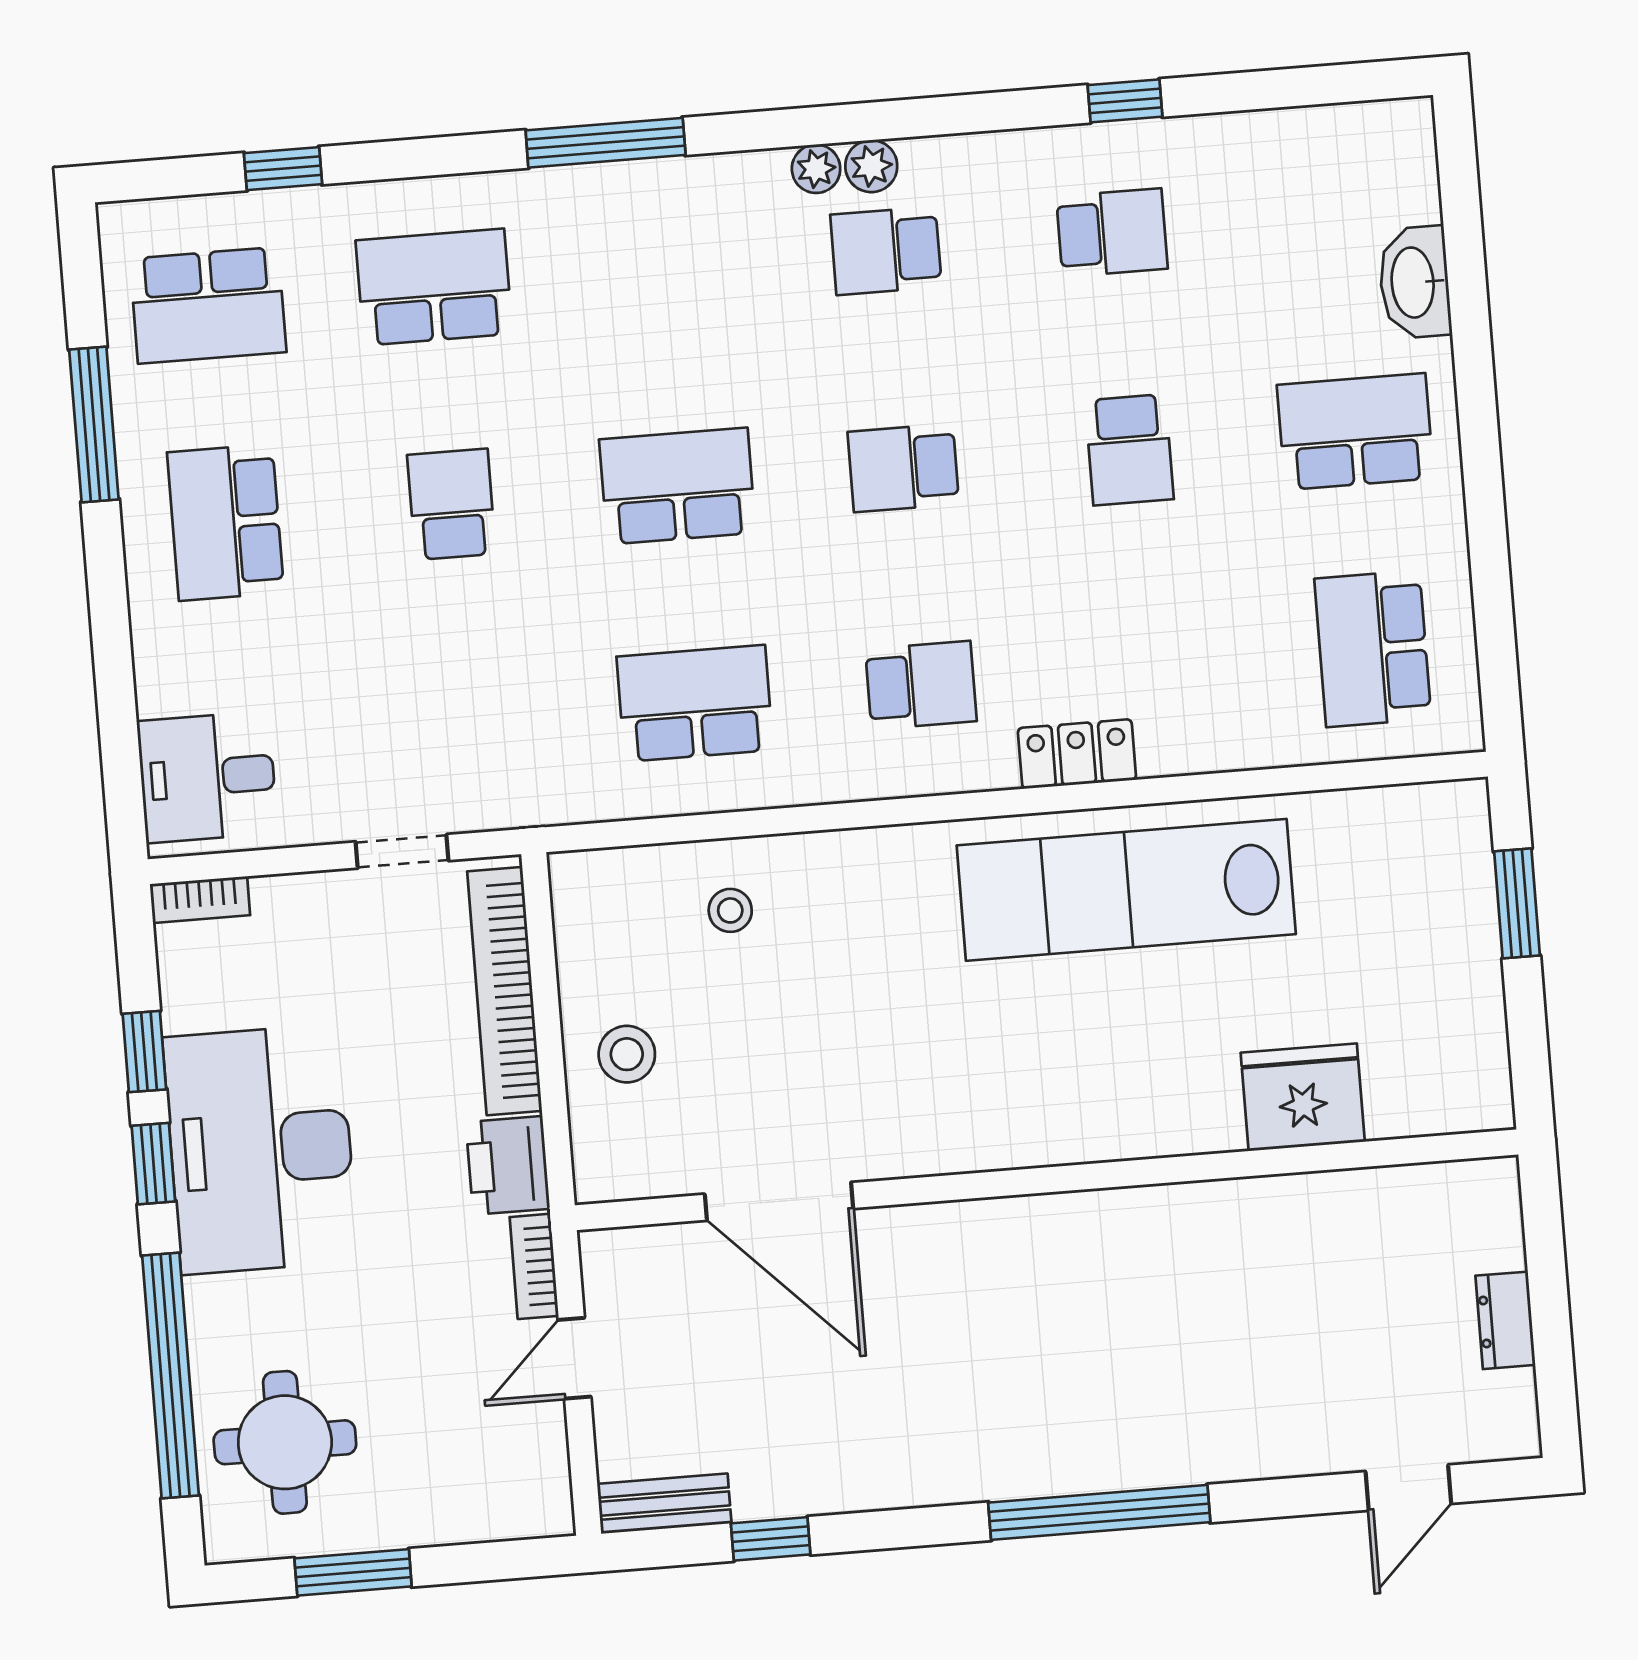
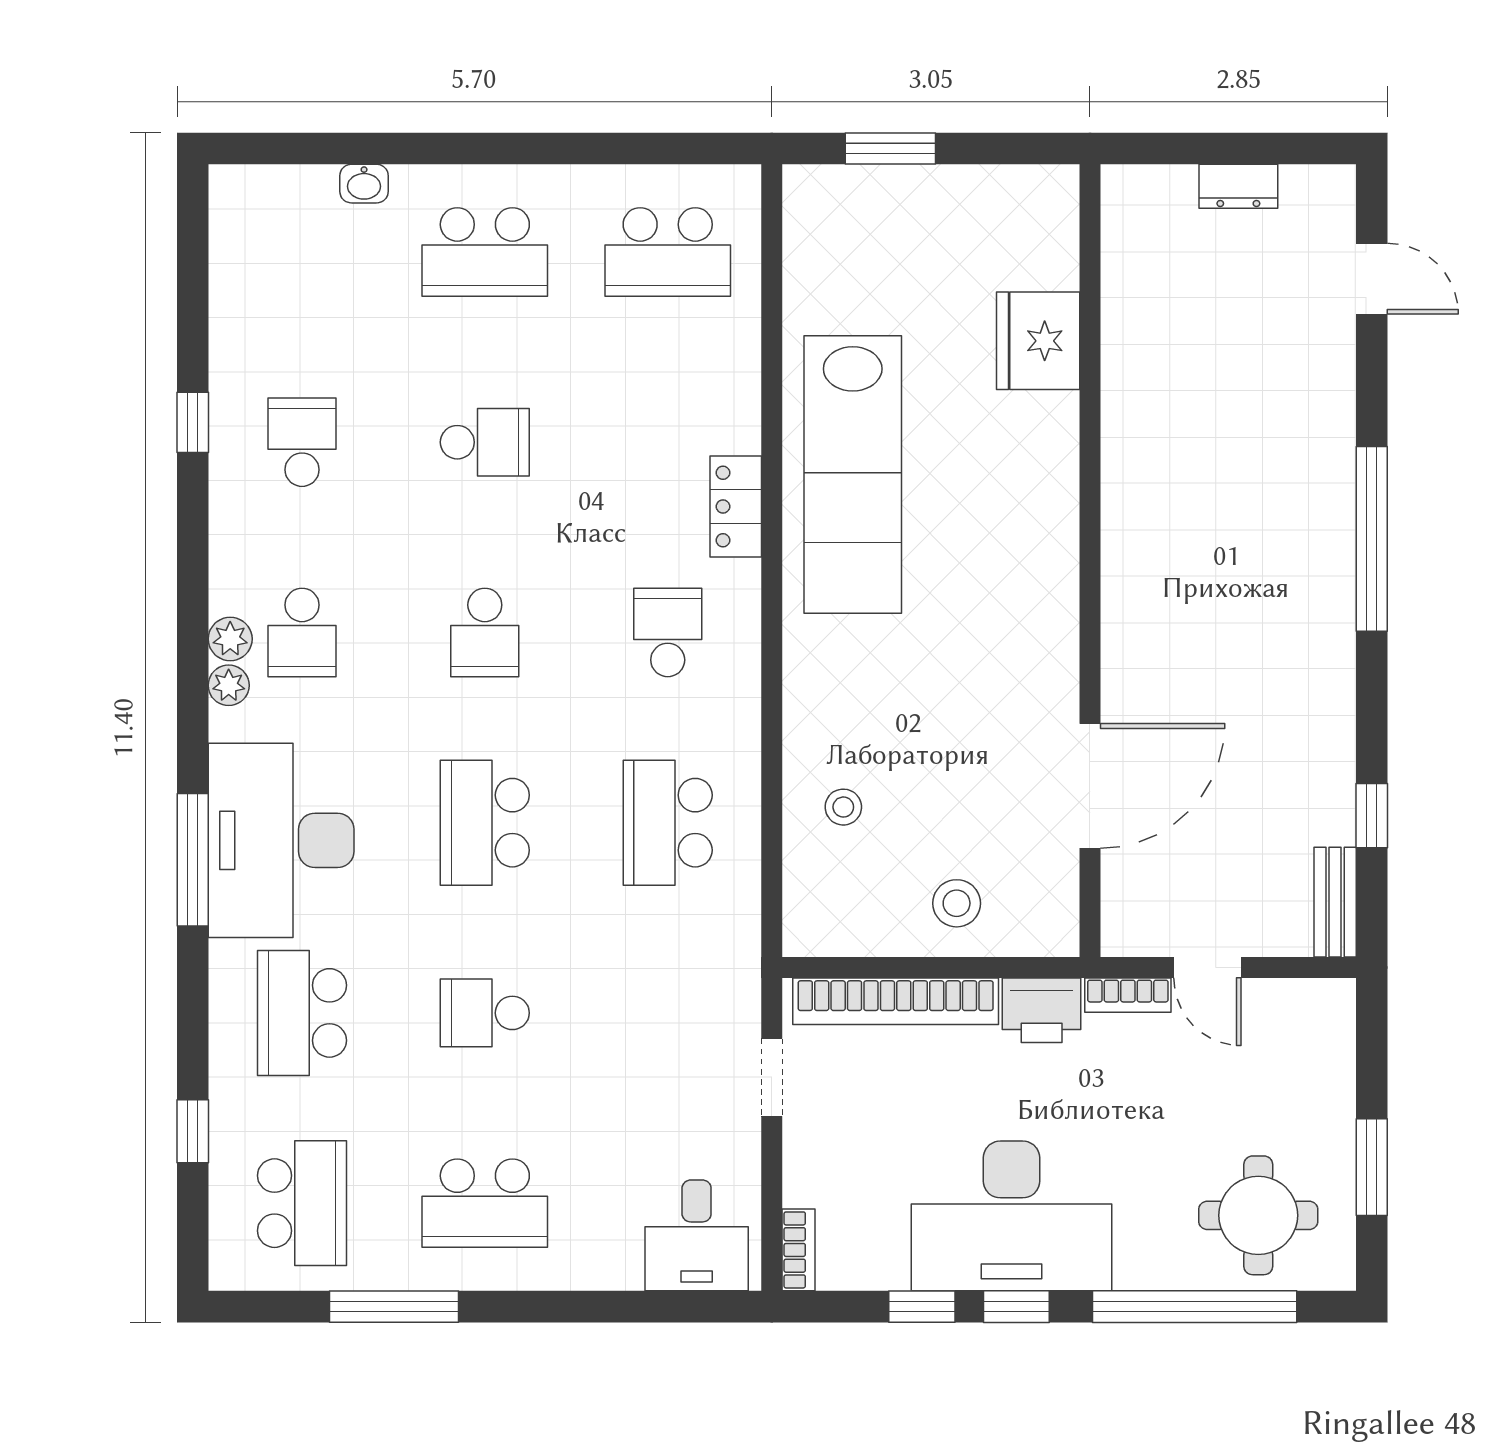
desk: (637, 246) -> (281, 840), added
washbasin: (1415, 282) -> (364, 184), width x0.52, depth x0.69
school desk: (1355, 432) -> (485, 252), turned -90

